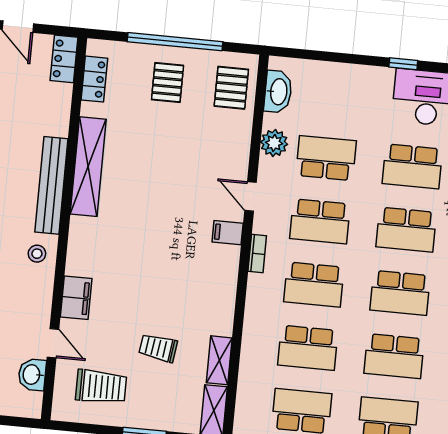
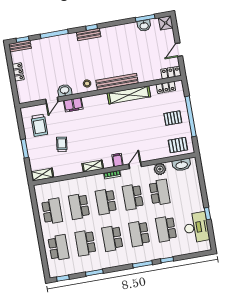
shelving: (219, 360) -> (93, 166), moved
washbasin: (32, 375) -> (65, 90), moved

